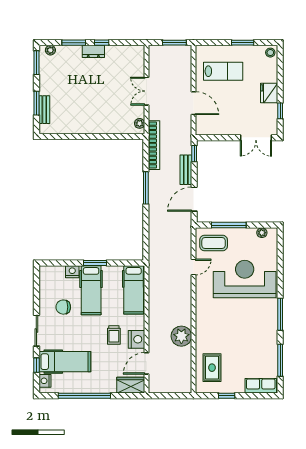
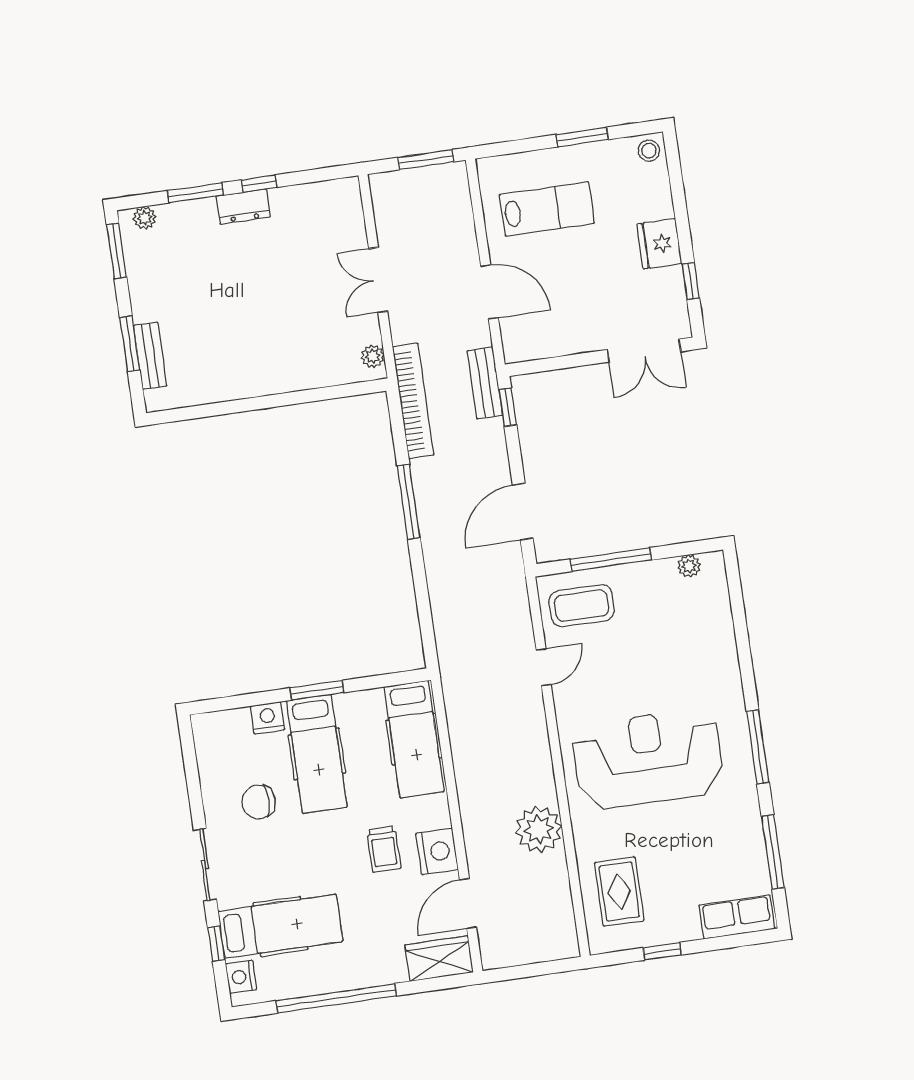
bench: (186, 170) -> (485, 383), moved
reception desk: (245, 279) -> (648, 759), moved

